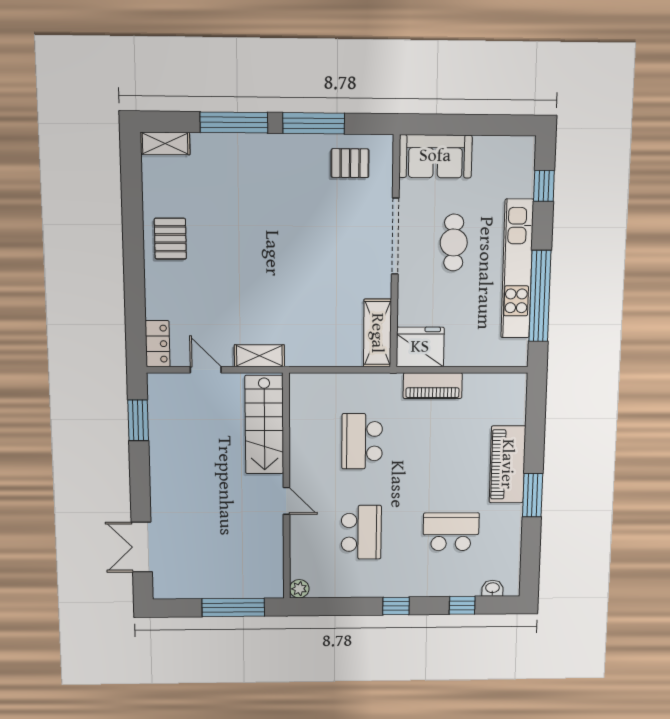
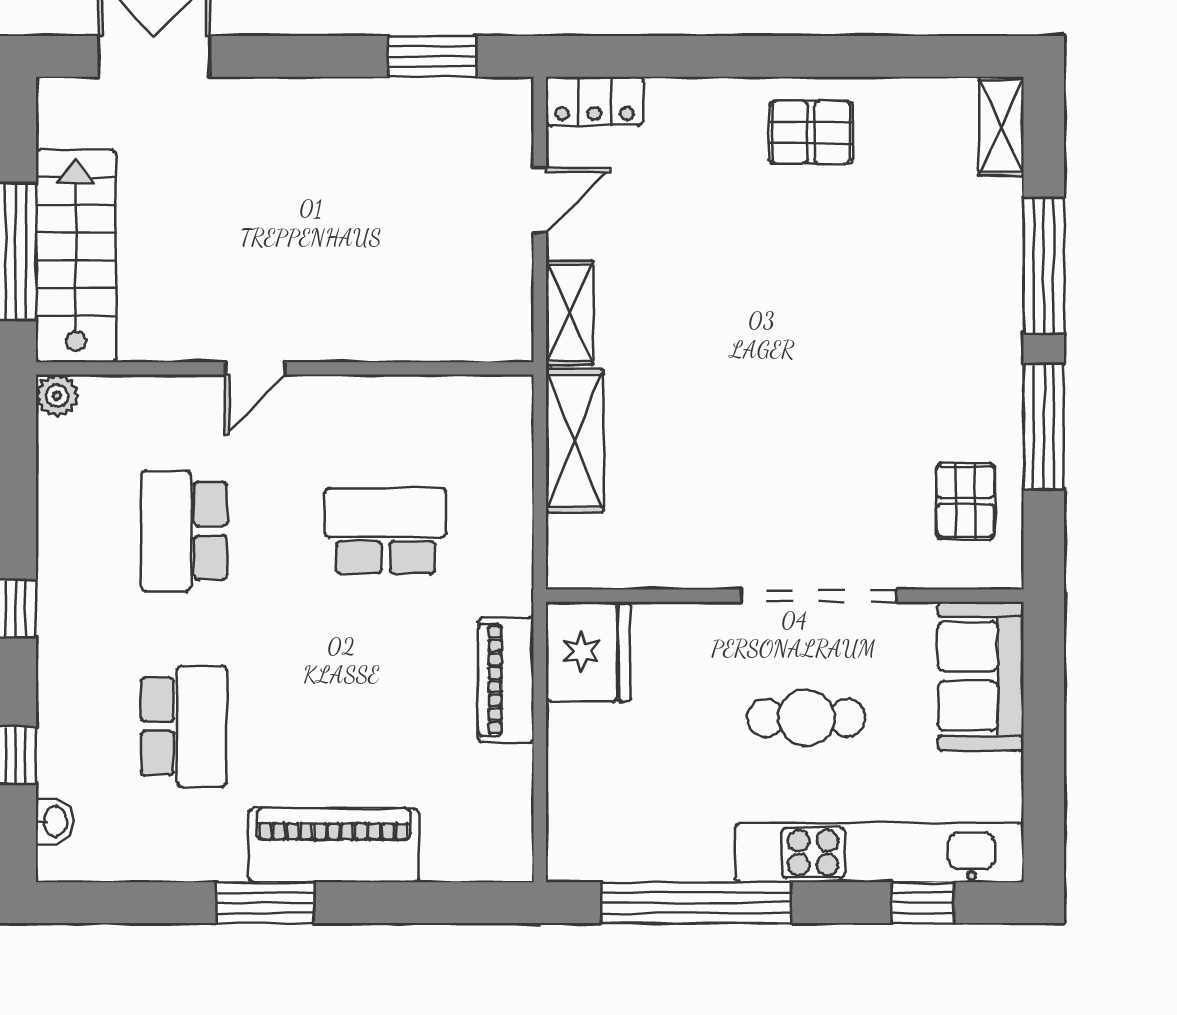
kitchen unit: (517, 269) -> (879, 853), moved
shelving: (377, 333) -> (574, 441), moved, turned 90
stairs: (264, 425) -> (76, 256), moved, turned 90
school desk: (361, 532) -> (184, 531), turned 90

